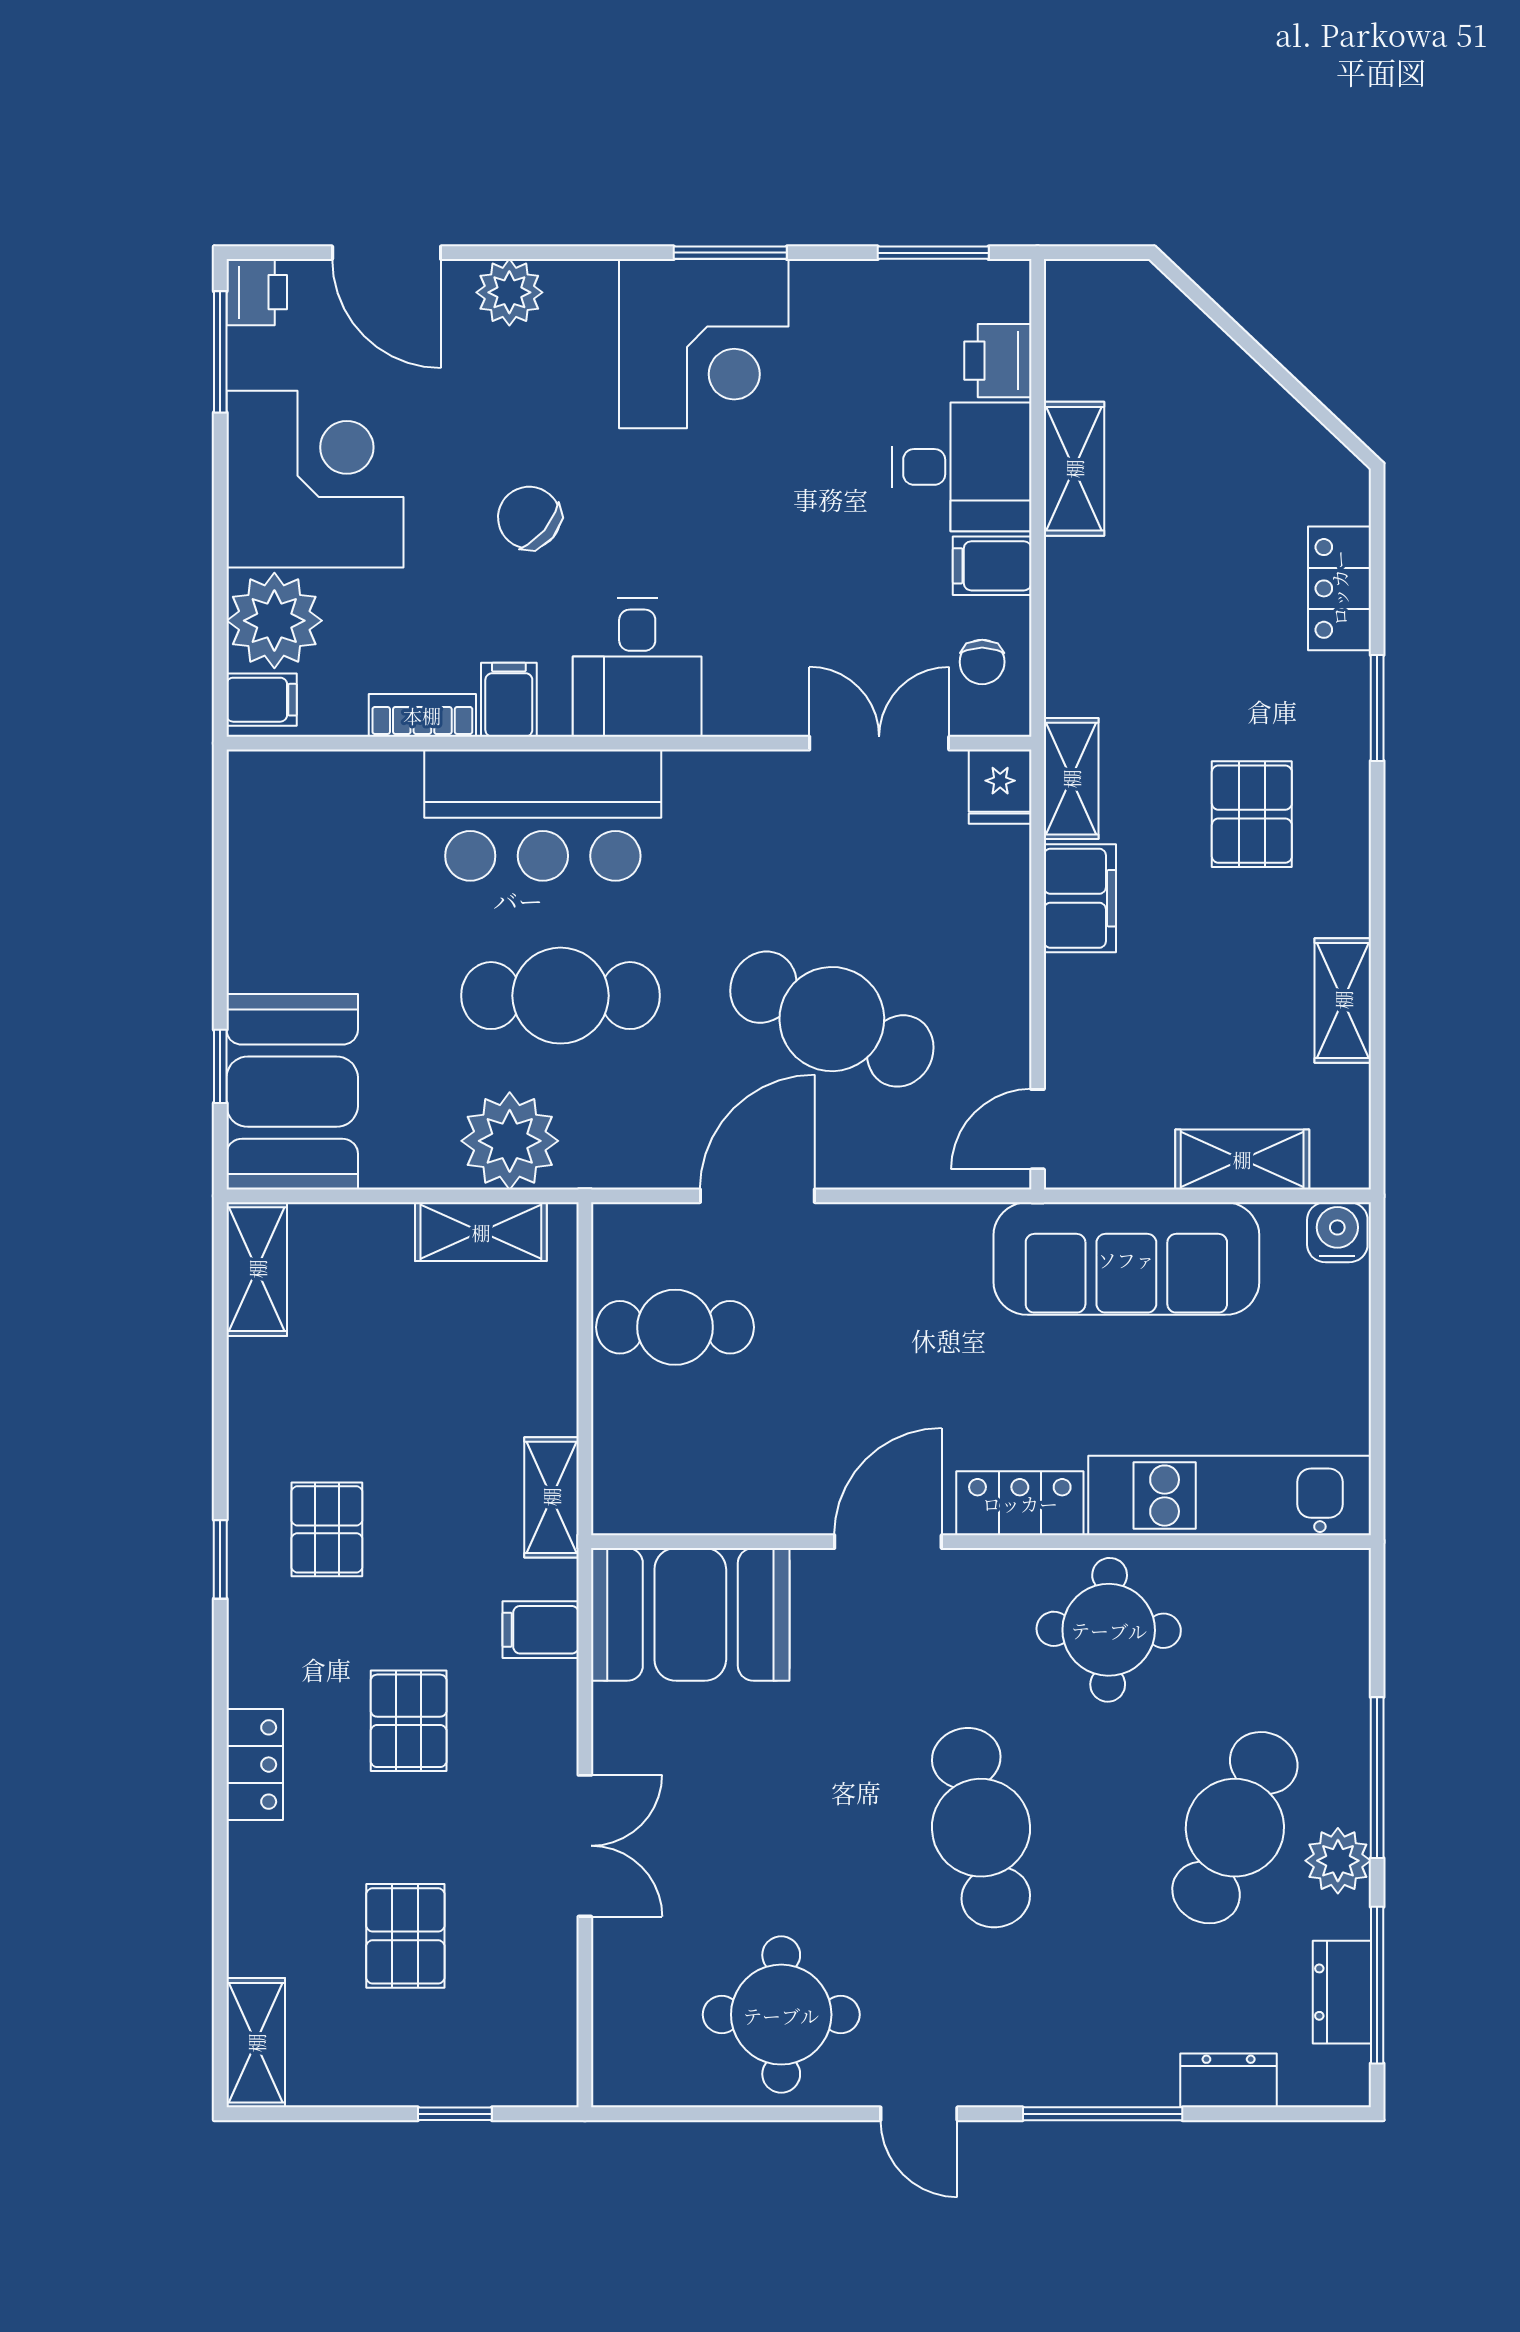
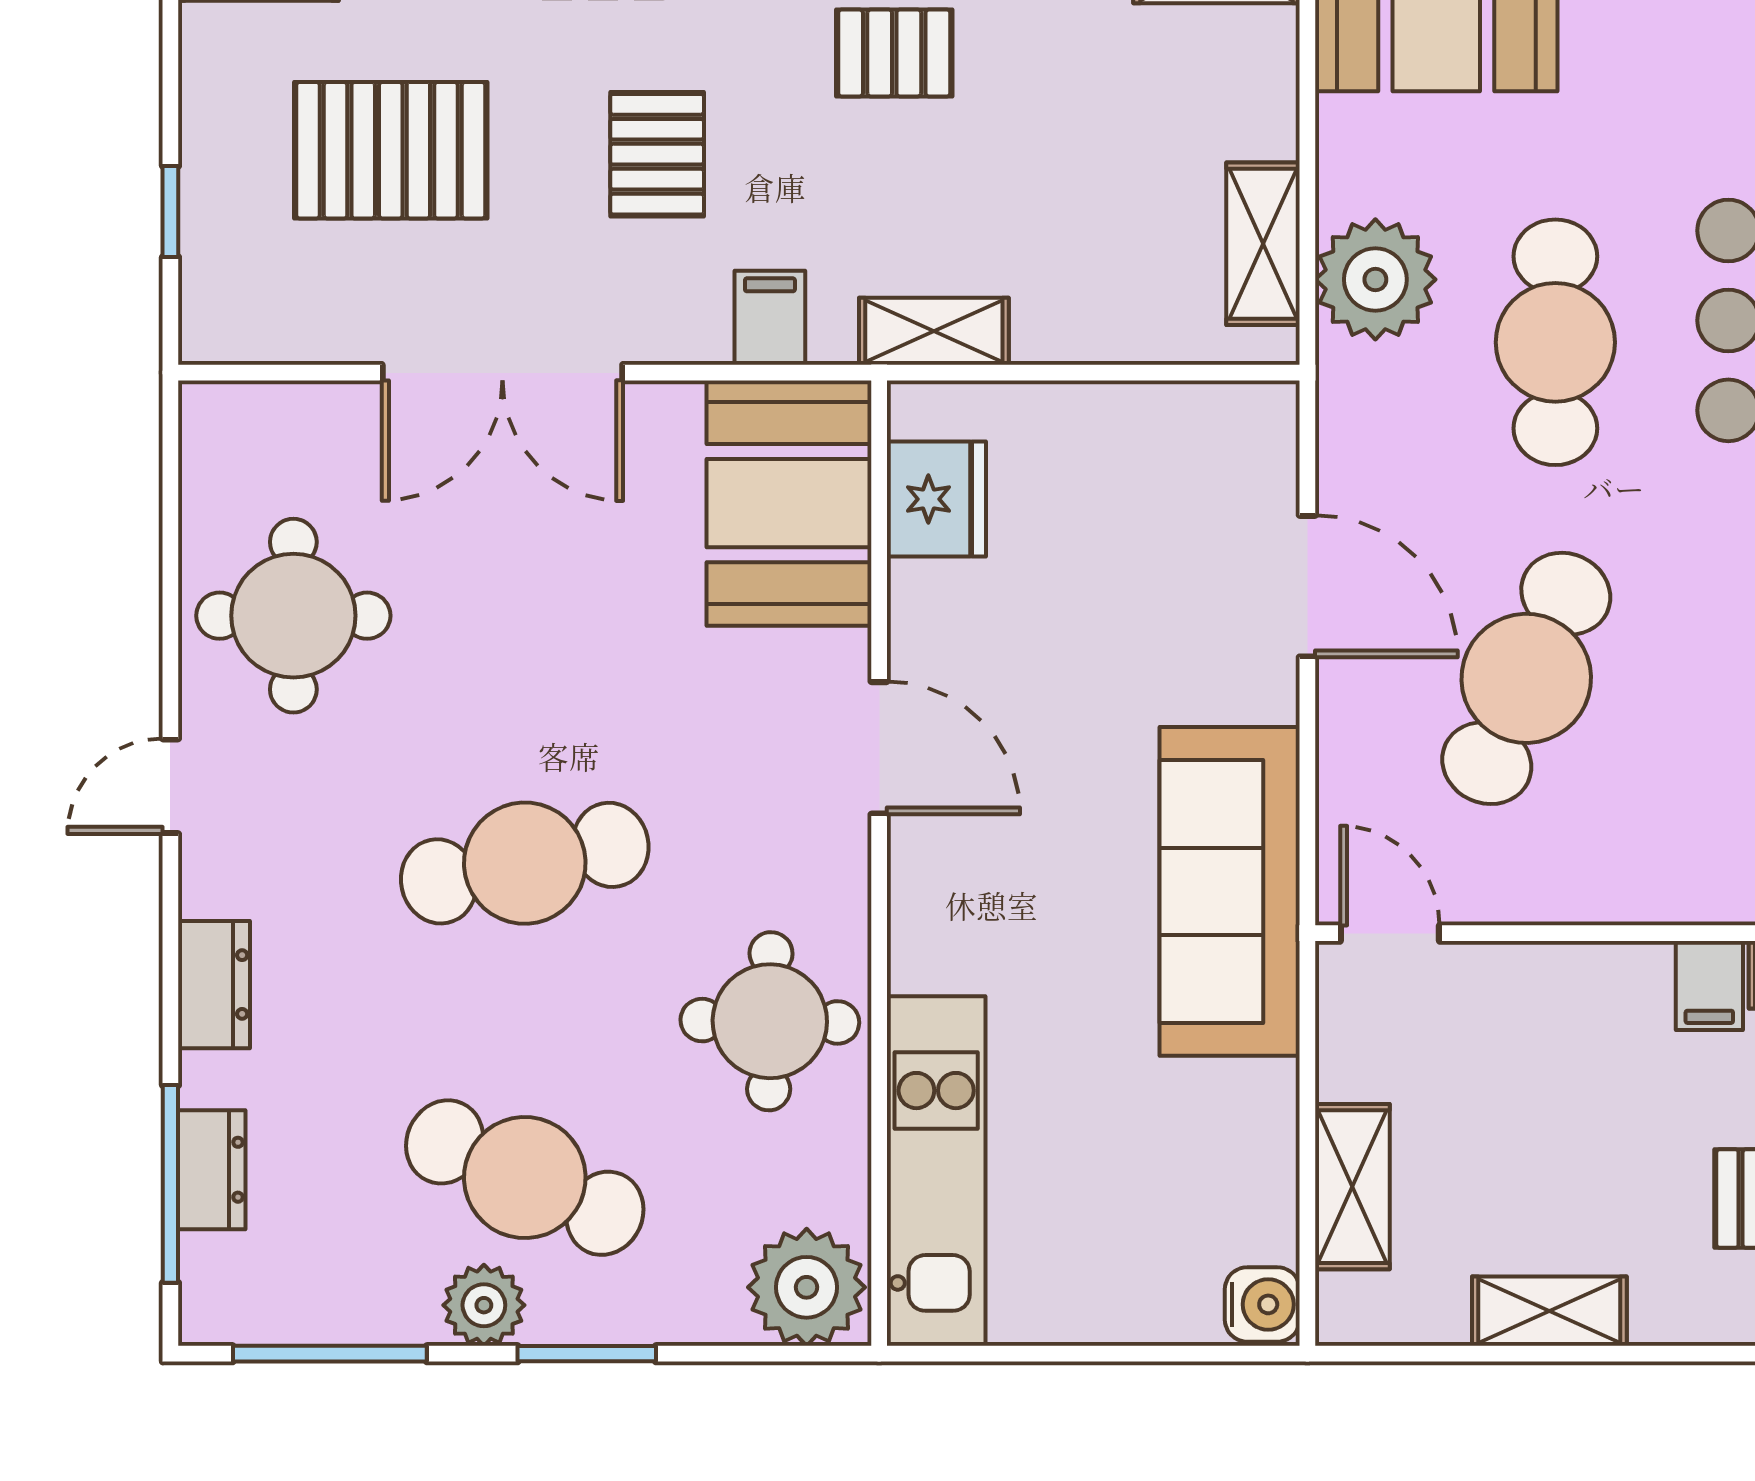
filing cabinet: (1080, 898) -> (1709, 986), width x0.50
sofa: (1126, 1259) -> (1230, 891), moved
cafe table: (675, 1327) -> (1145, 484), removed
fridge: (687, 1495) -> (936, 499), added
locker: (1020, 1503) -> (927, 911), removed
plant: (1324, 1600) -> (807, 1287), added
pallet: (409, 1721) -> (657, 154), turned 90
window: (1377, 1778) -> (587, 1354), width x0.69
double door: (585, 1846) -> (502, 373), width x1.37
pallet: (405, 1936) -> (391, 150), width x1.50, depth x1.42
dresser: (1342, 1992) -> (214, 985), moved, turned 90
window: (1103, 2114) -> (170, 1184), moved

